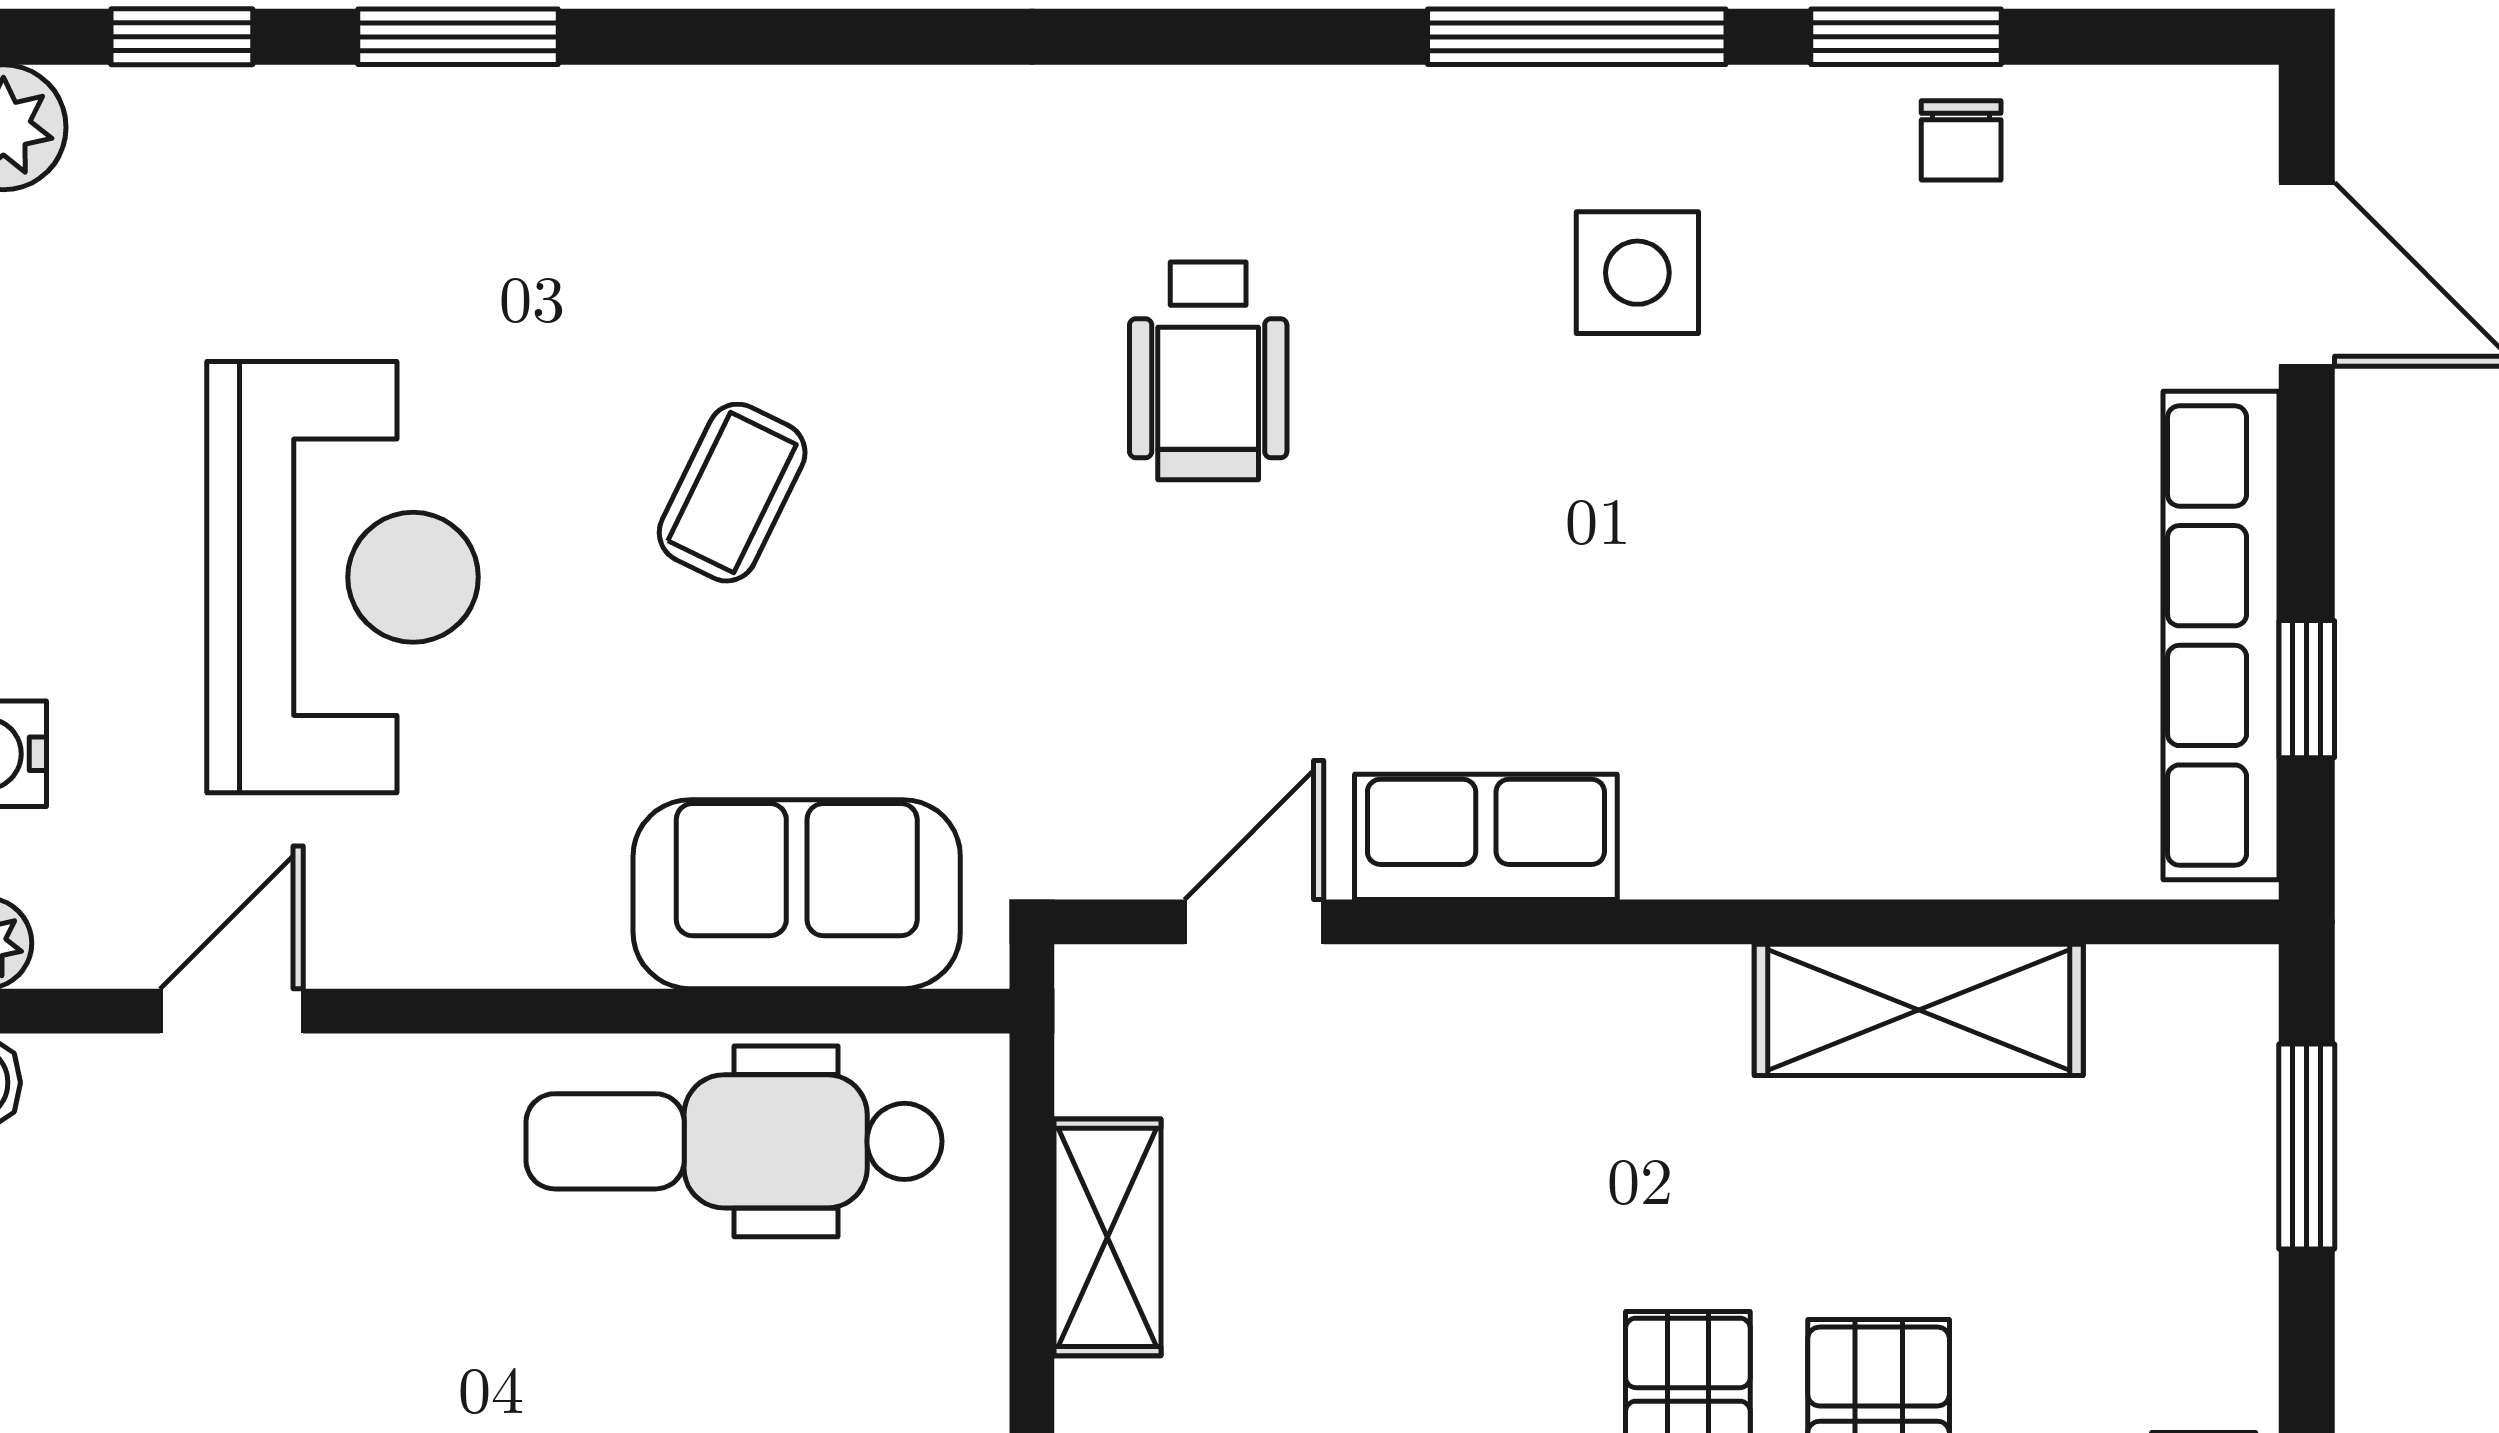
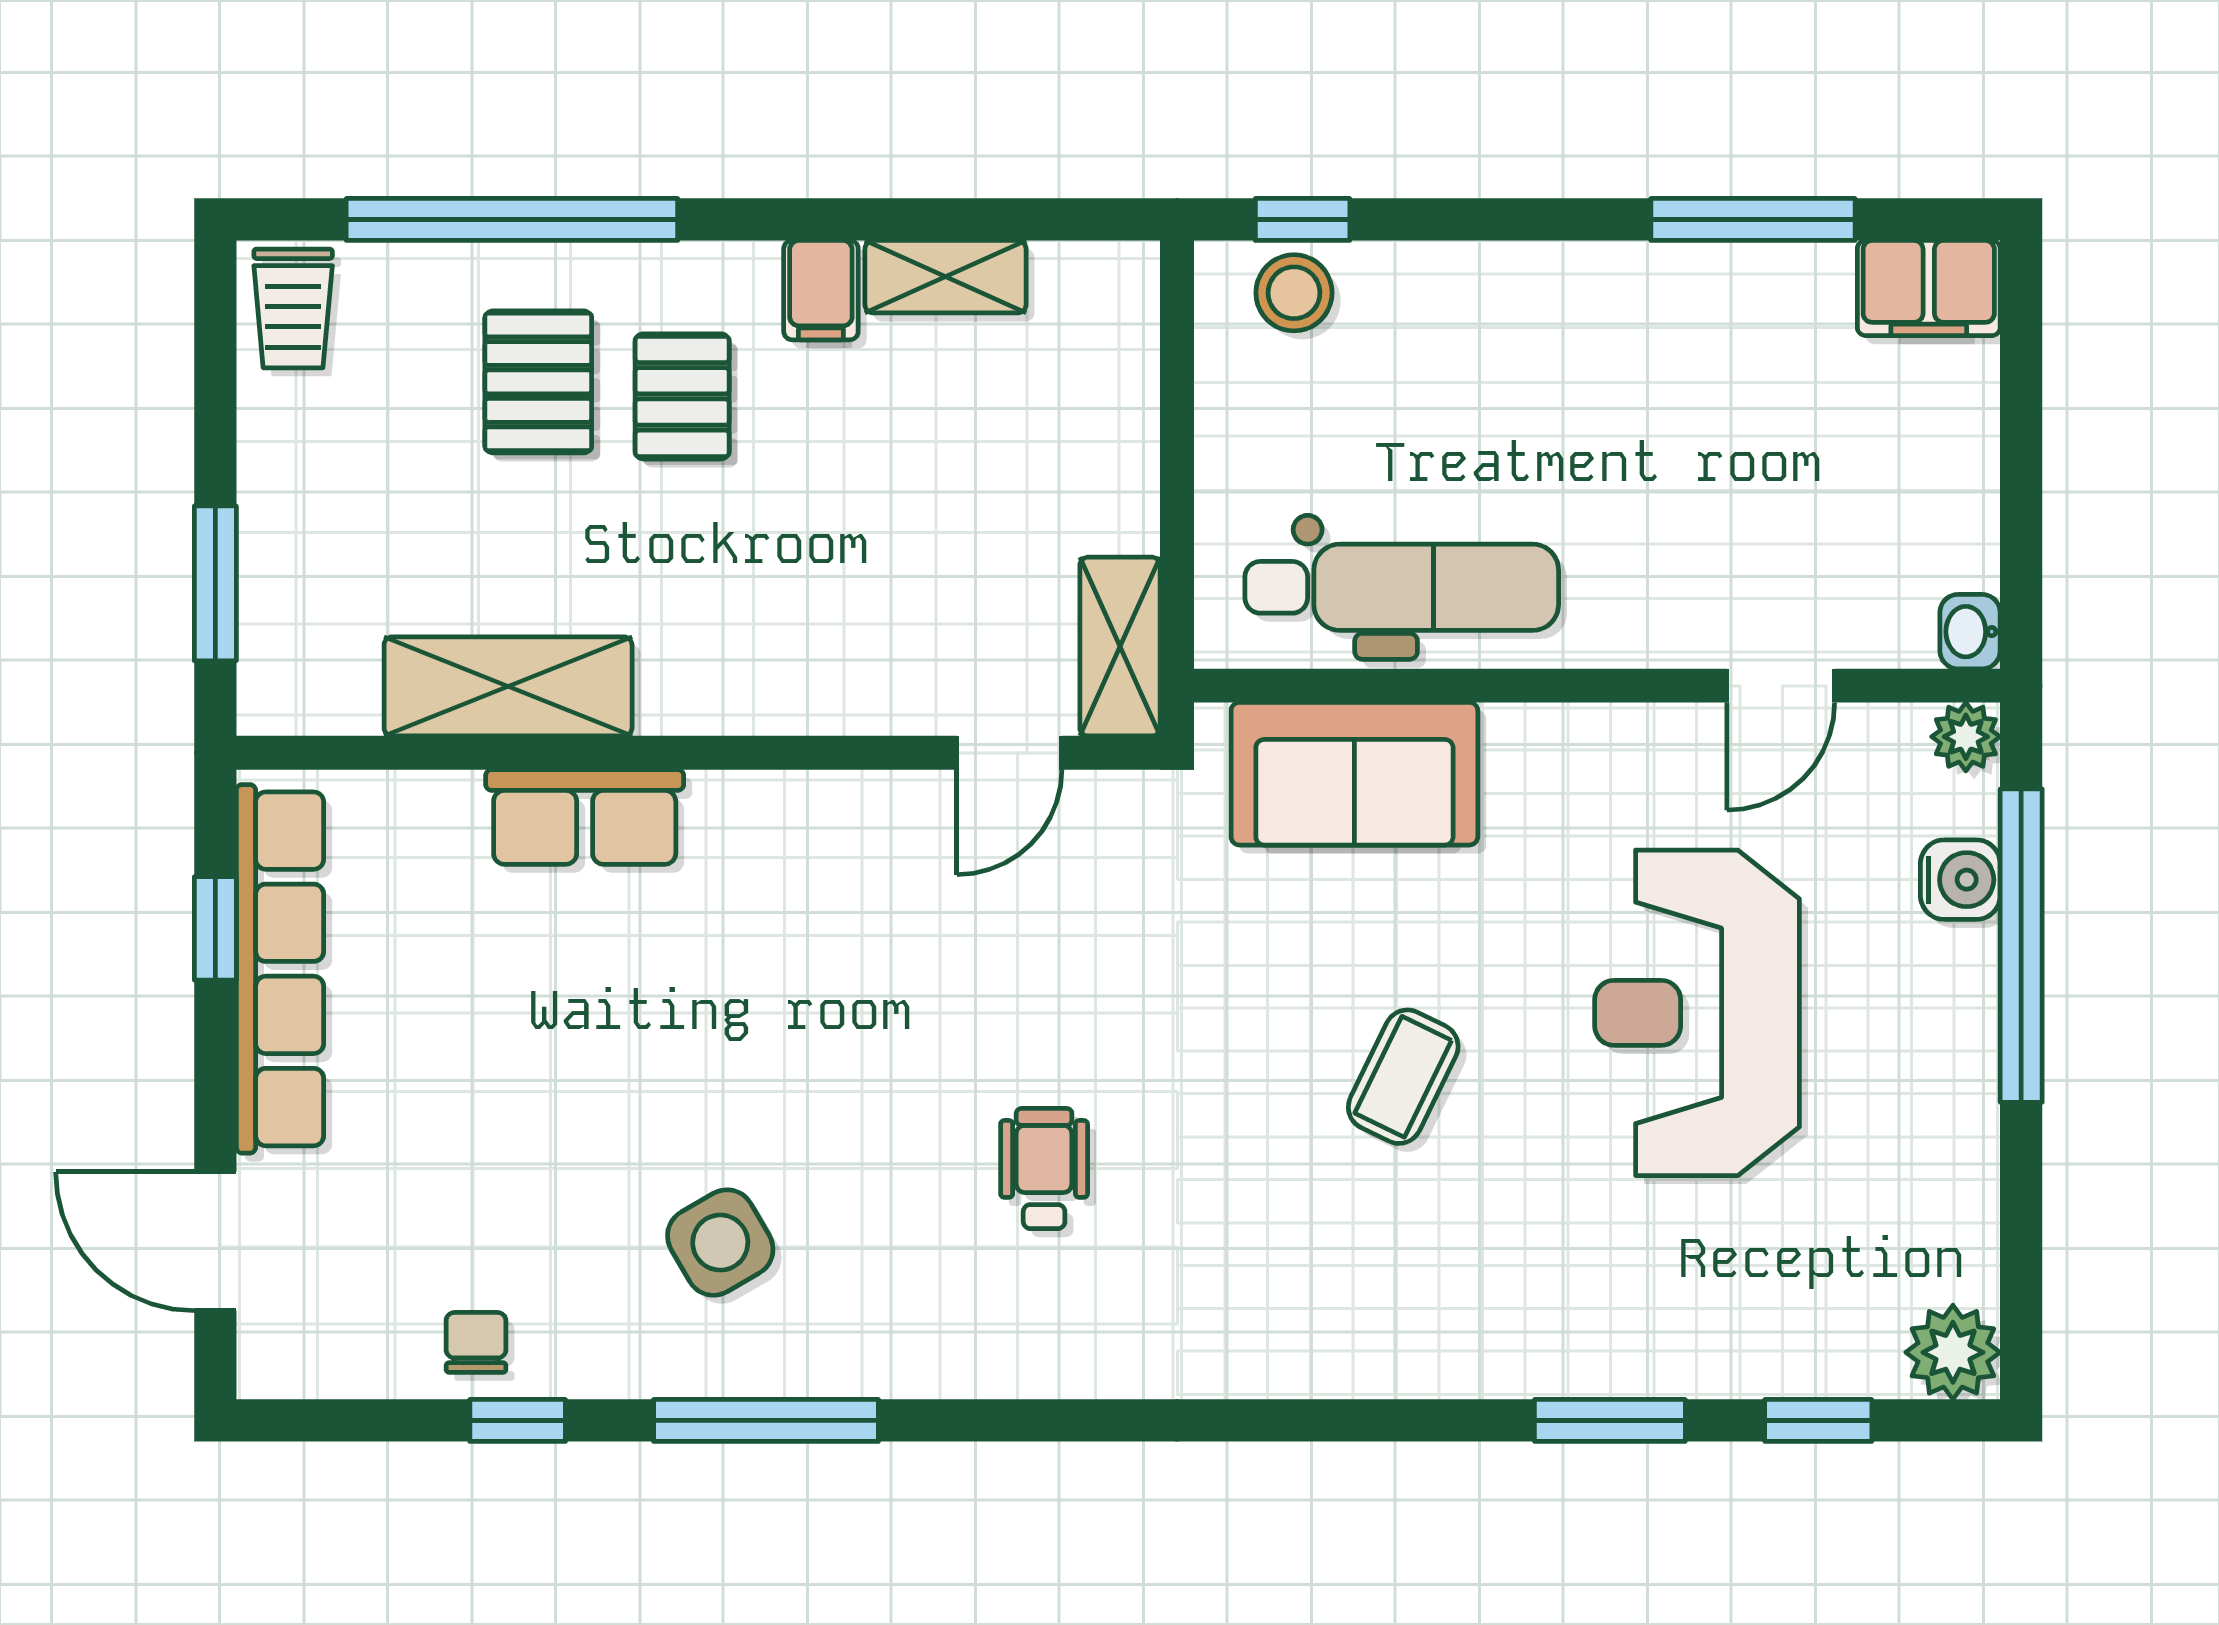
window: (1906, 37) -> (518, 1420), width x0.67
side table: (1637, 273) -> (720, 1243), turned -30
wheelchair: (1208, 371) -> (1044, 1169), width x0.73, depth x0.73
row of seats: (1486, 837) -> (585, 817), moved
shelving: (1107, 1237) -> (1120, 647), moved

